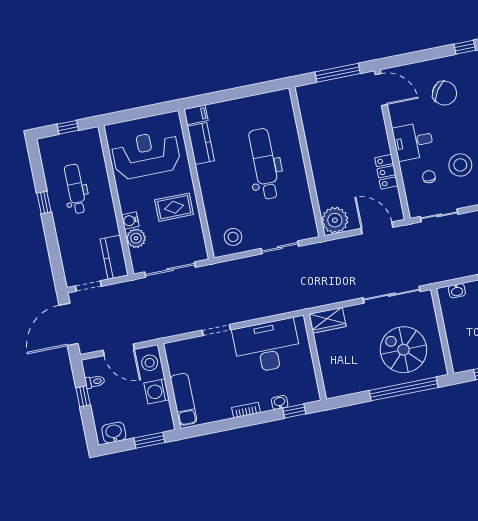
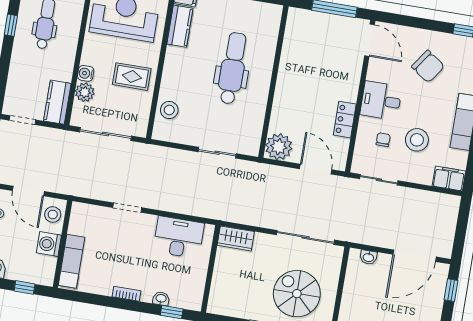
stool: (233, 237) -> (169, 110), moved
desk: (267, 346) -> (179, 237), width x0.73, depth x0.77
window: (149, 440) -> (25, 287), width x0.67

